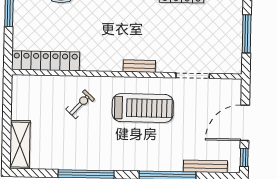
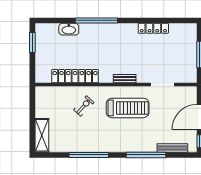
locker: (46, 61) -> (75, 76), moved

